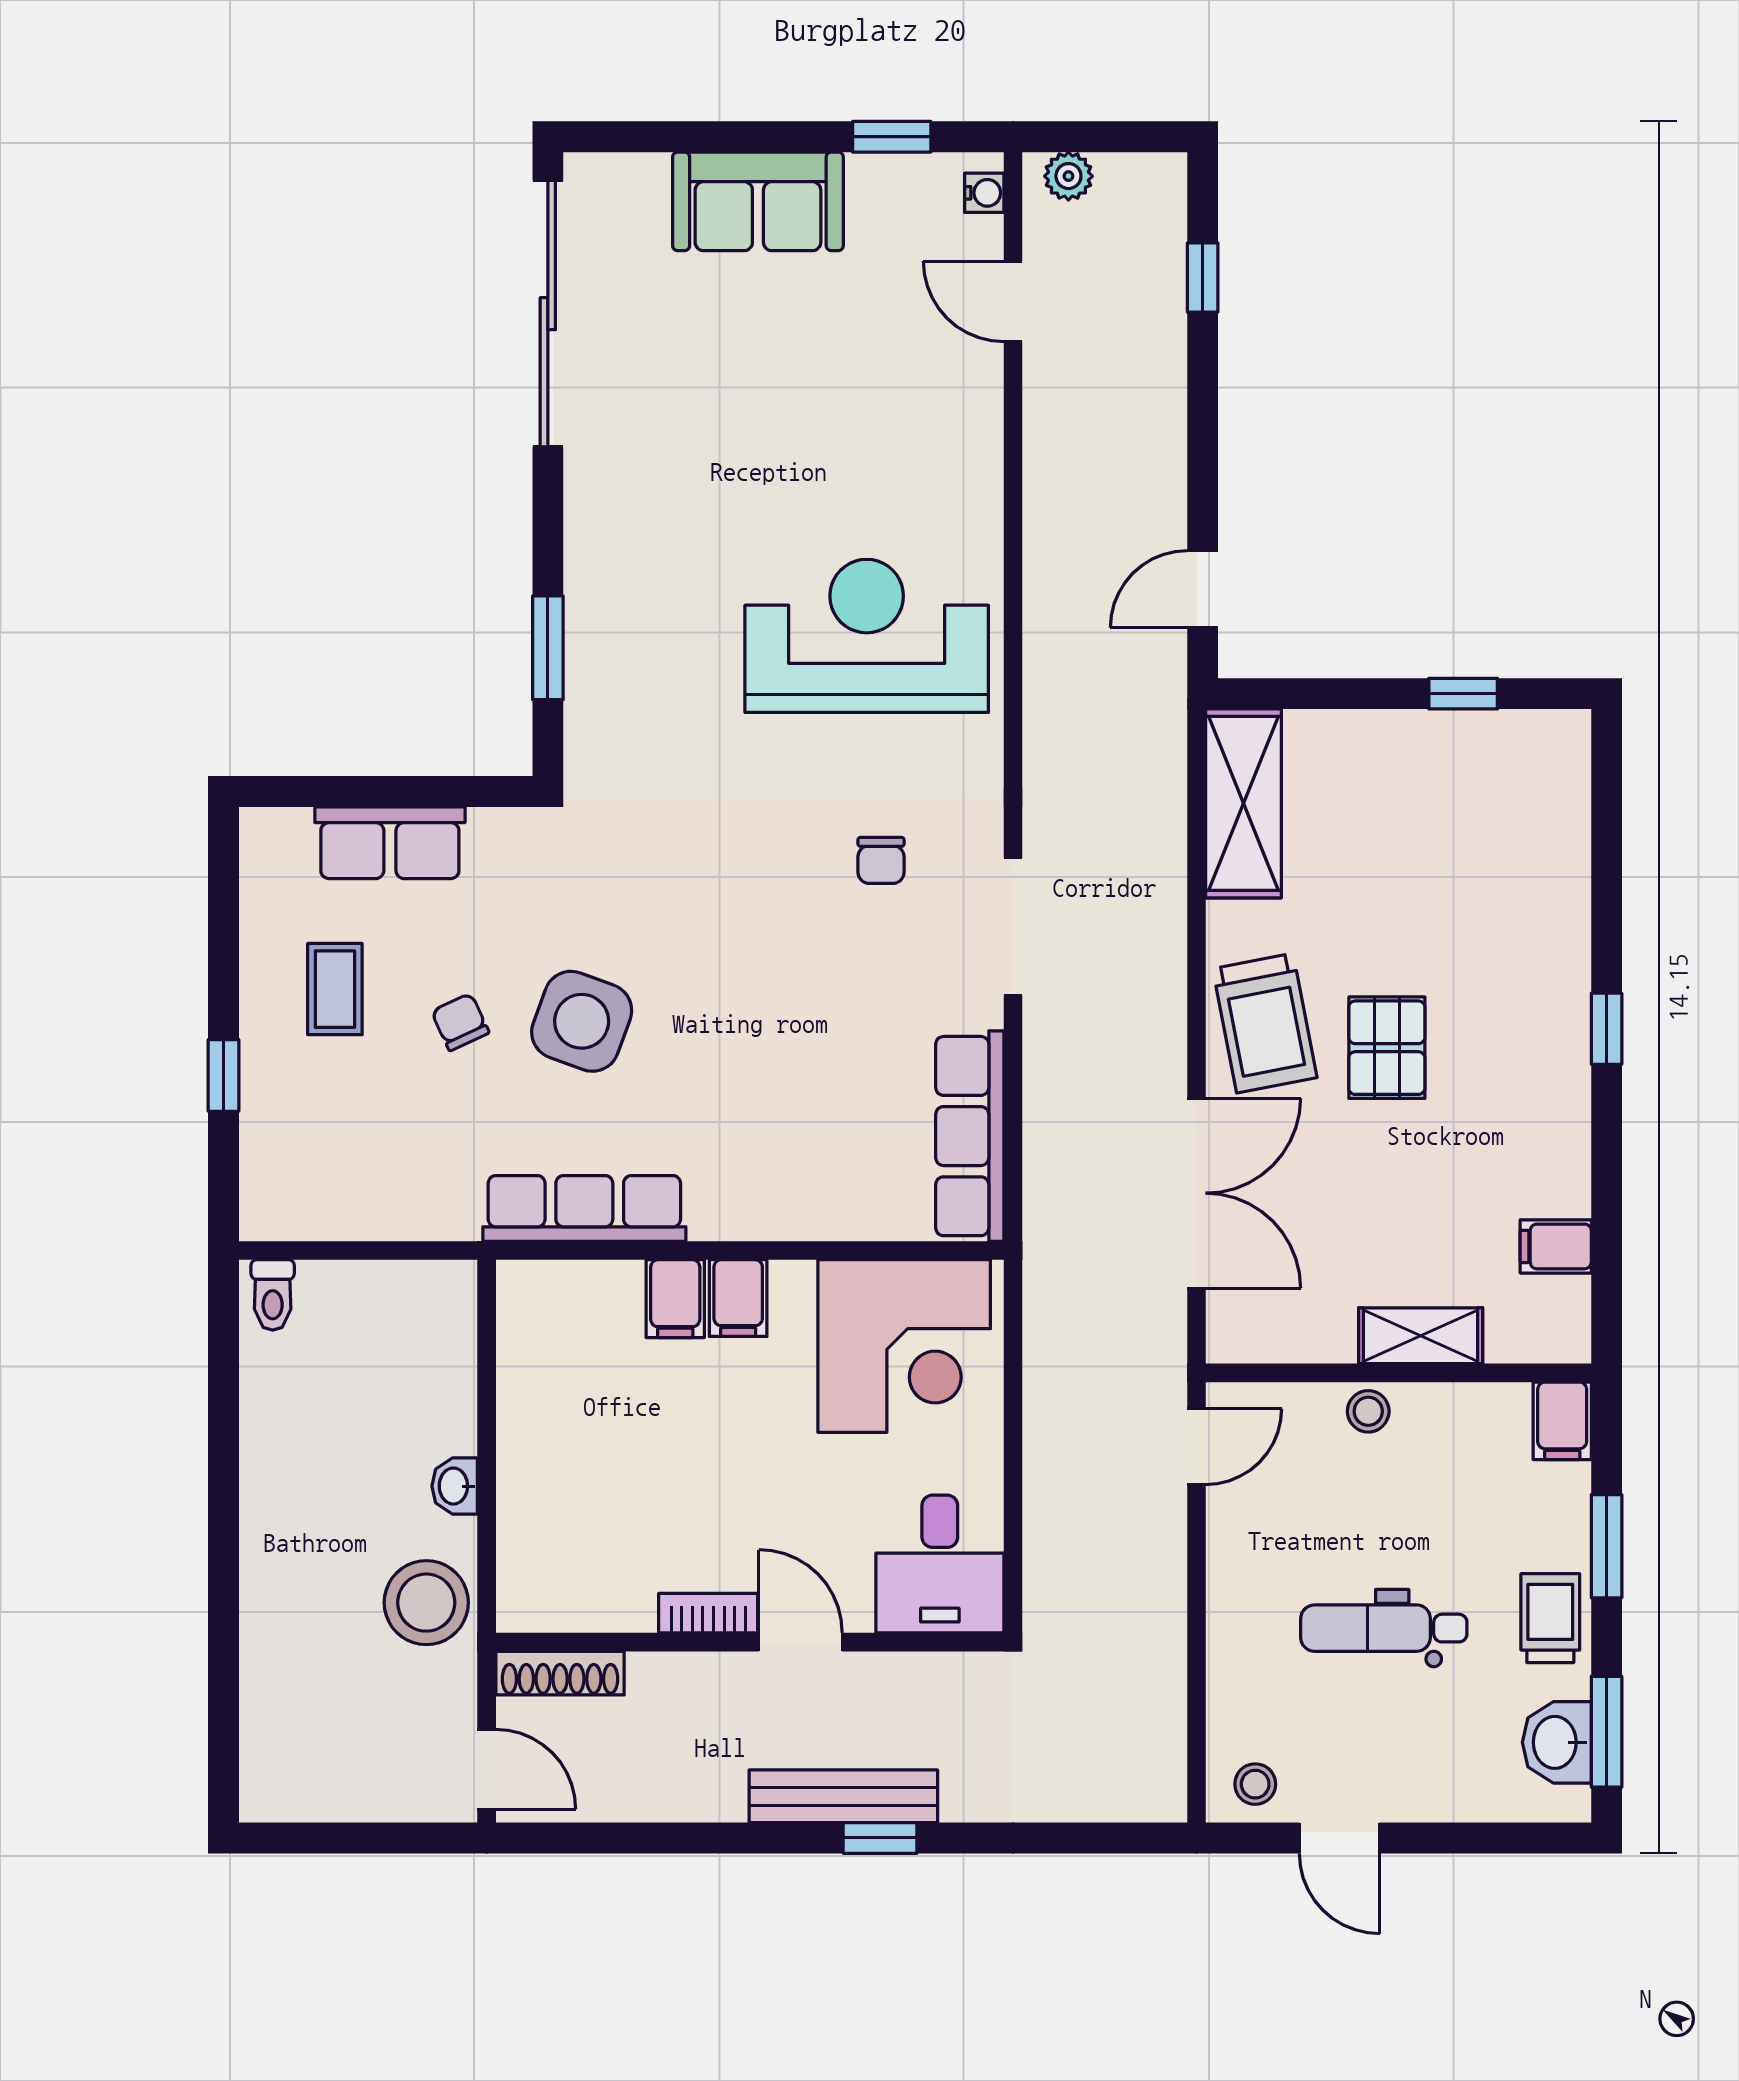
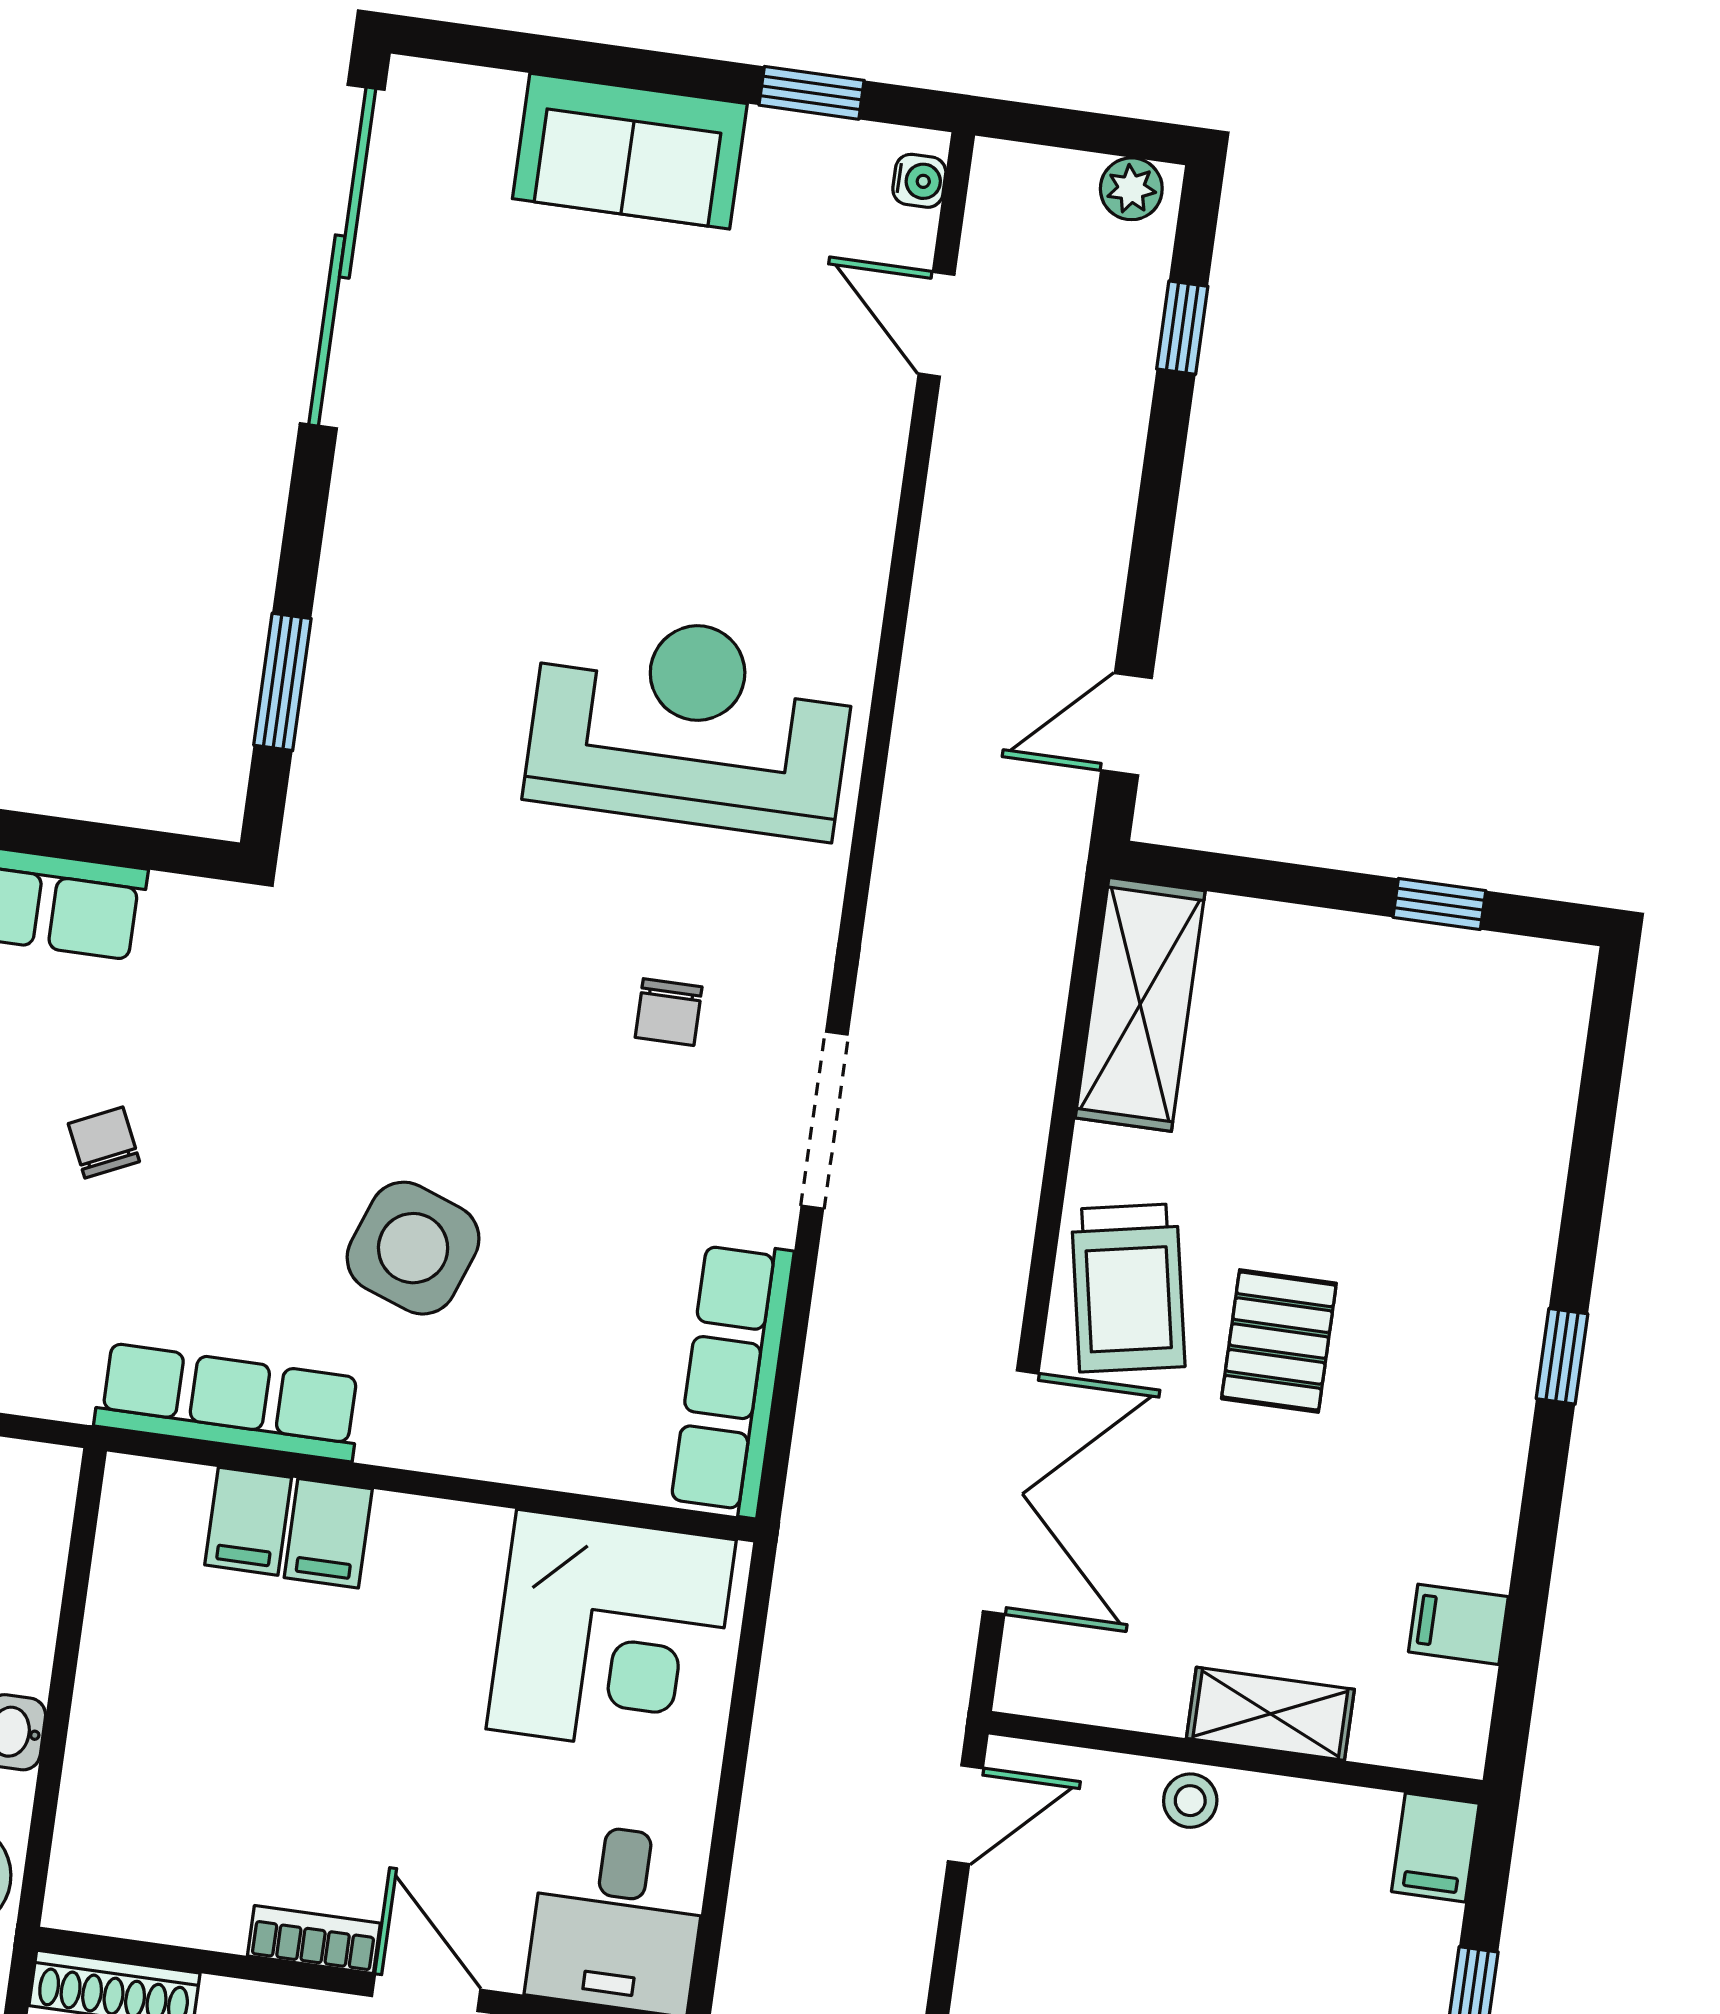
plant: (1068, 176) -> (1131, 189), moved
side table: (582, 1021) -> (413, 1248), moved
filing cabinet: (738, 1298) -> (248, 1521), moved

